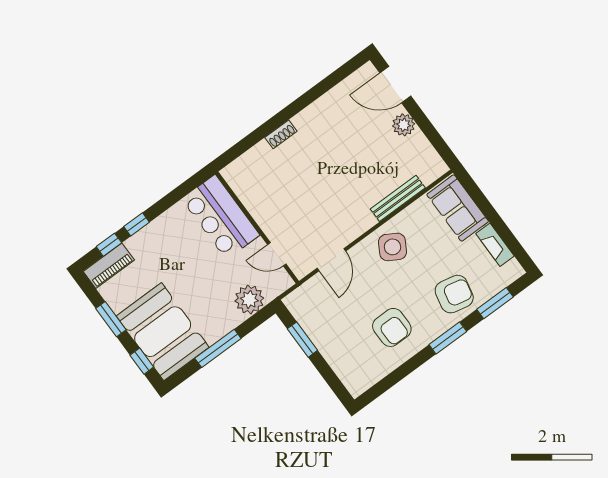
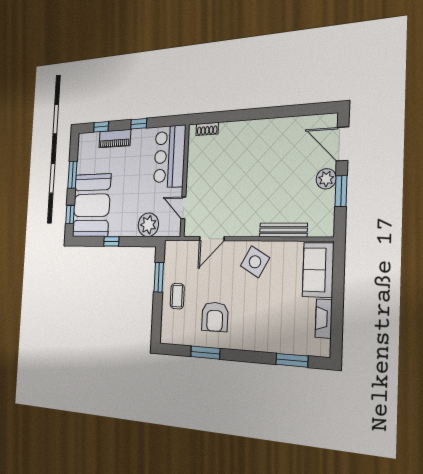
window: (426, 126) -> (341, 191), added
shoe rack: (281, 134) -> (207, 129), moved
window: (137, 224) -> (139, 124), moved
piano: (109, 266) -> (115, 139), moved
armchair: (454, 294) -> (270, 329), removed
window: (448, 338) -> (205, 353), moved
coffee table: (337, 341) -> (177, 296), added
window: (218, 348) -> (111, 241), width x0.46

